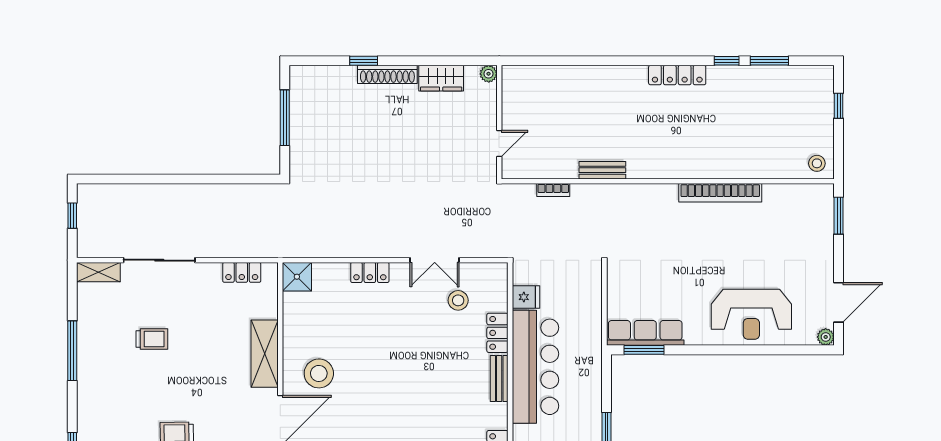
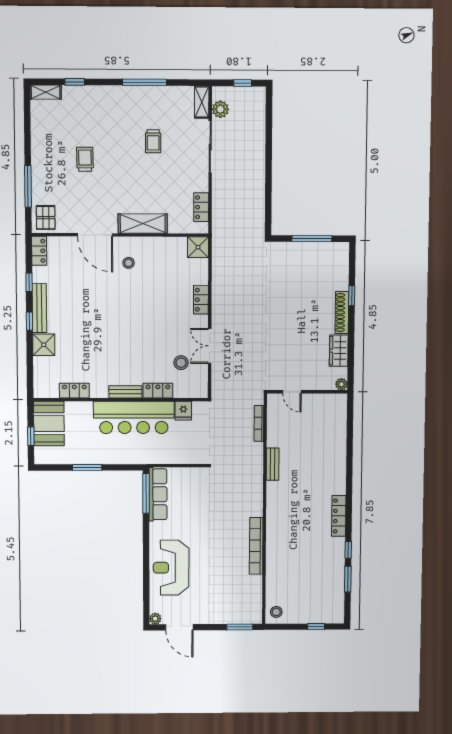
bookcase: (553, 190) -> (259, 423), width x1.56
plant: (108, 246) -> (220, 109), added
window: (644, 350) -> (146, 493), width x1.44
stool: (319, 373) -> (129, 263), width x0.53, depth x0.53

